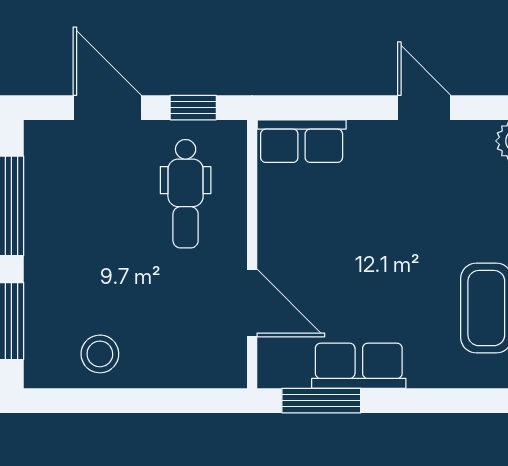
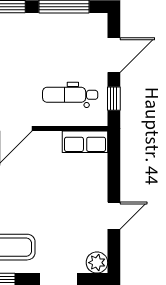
row of seats: (302, 141) -> (85, 142), moved, turned -90

